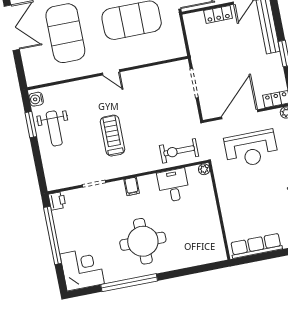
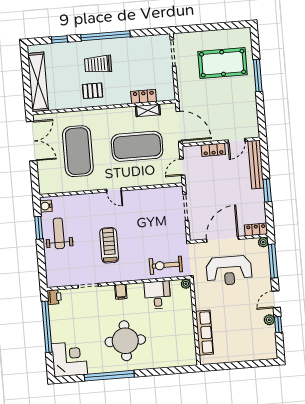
door: (185, 38) -> (182, 167), added
weight bench: (54, 128) -> (59, 233), turned 180
row of seats: (256, 246) -> (204, 333), moved, turned 90

